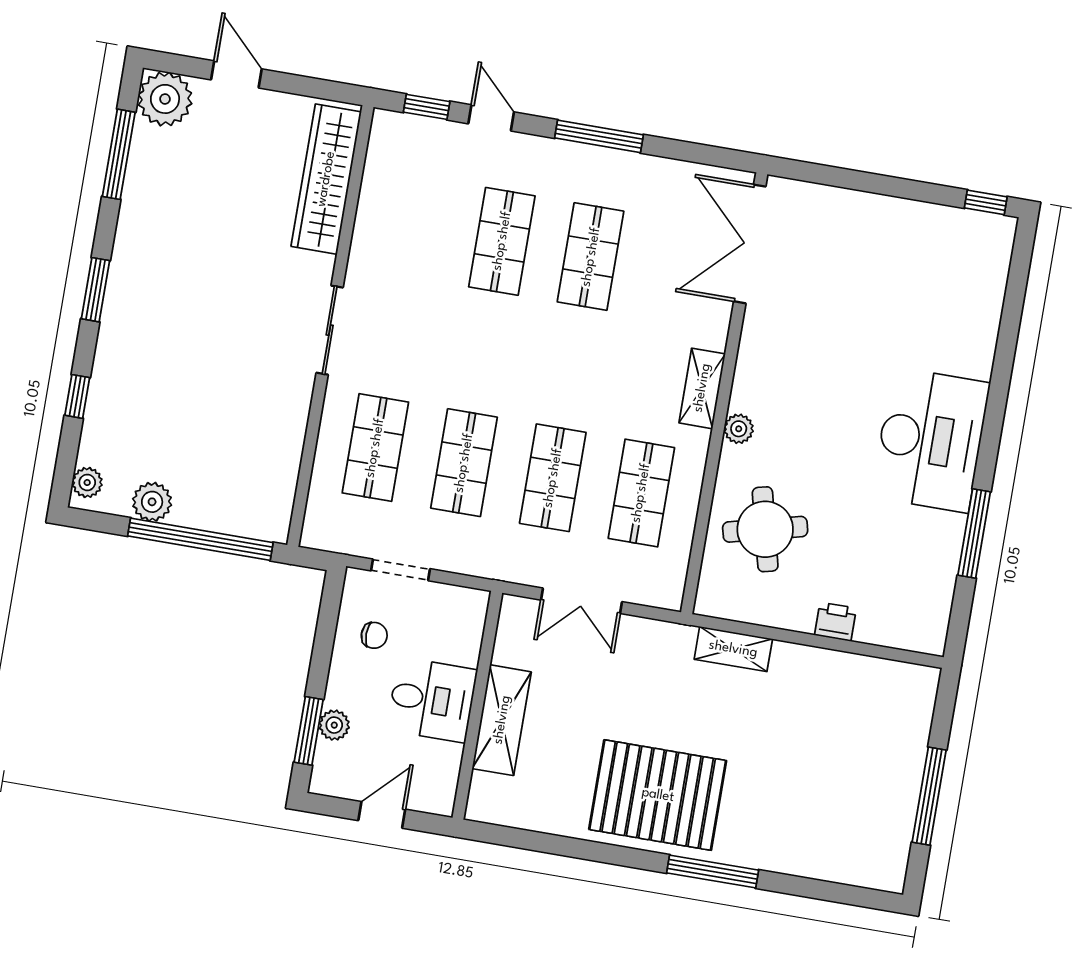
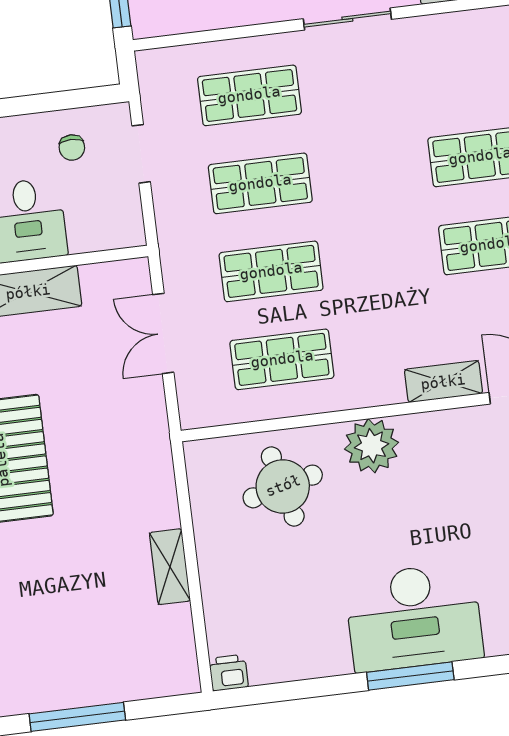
shelving: (702, 388) -> (443, 382), moved
plant: (739, 429) -> (372, 446), width x1.88, depth x1.88
window: (974, 533) -> (410, 676), moved
printer: (835, 622) -> (229, 673), moved, turned -90
shelving: (733, 649) -> (170, 567), moved

